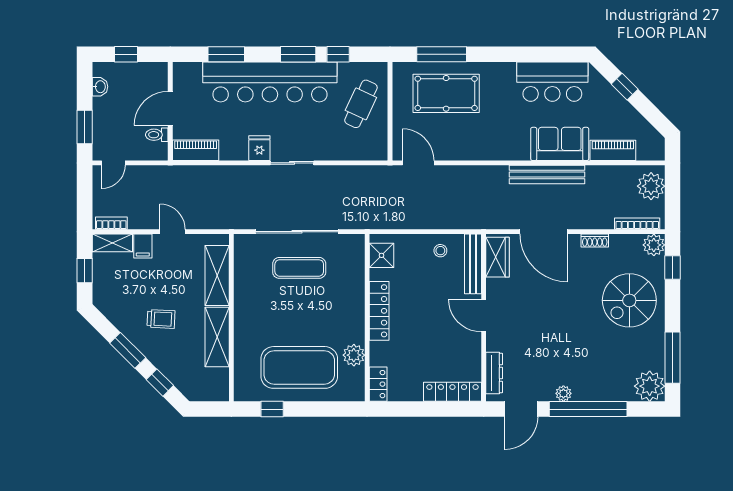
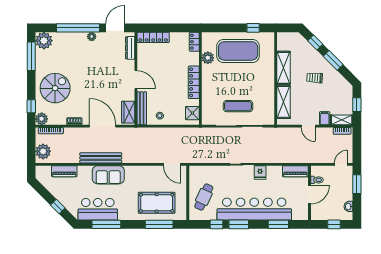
window: (537, 54) -> (106, 224), added
sofa: (560, 144) -> (108, 175), moved

